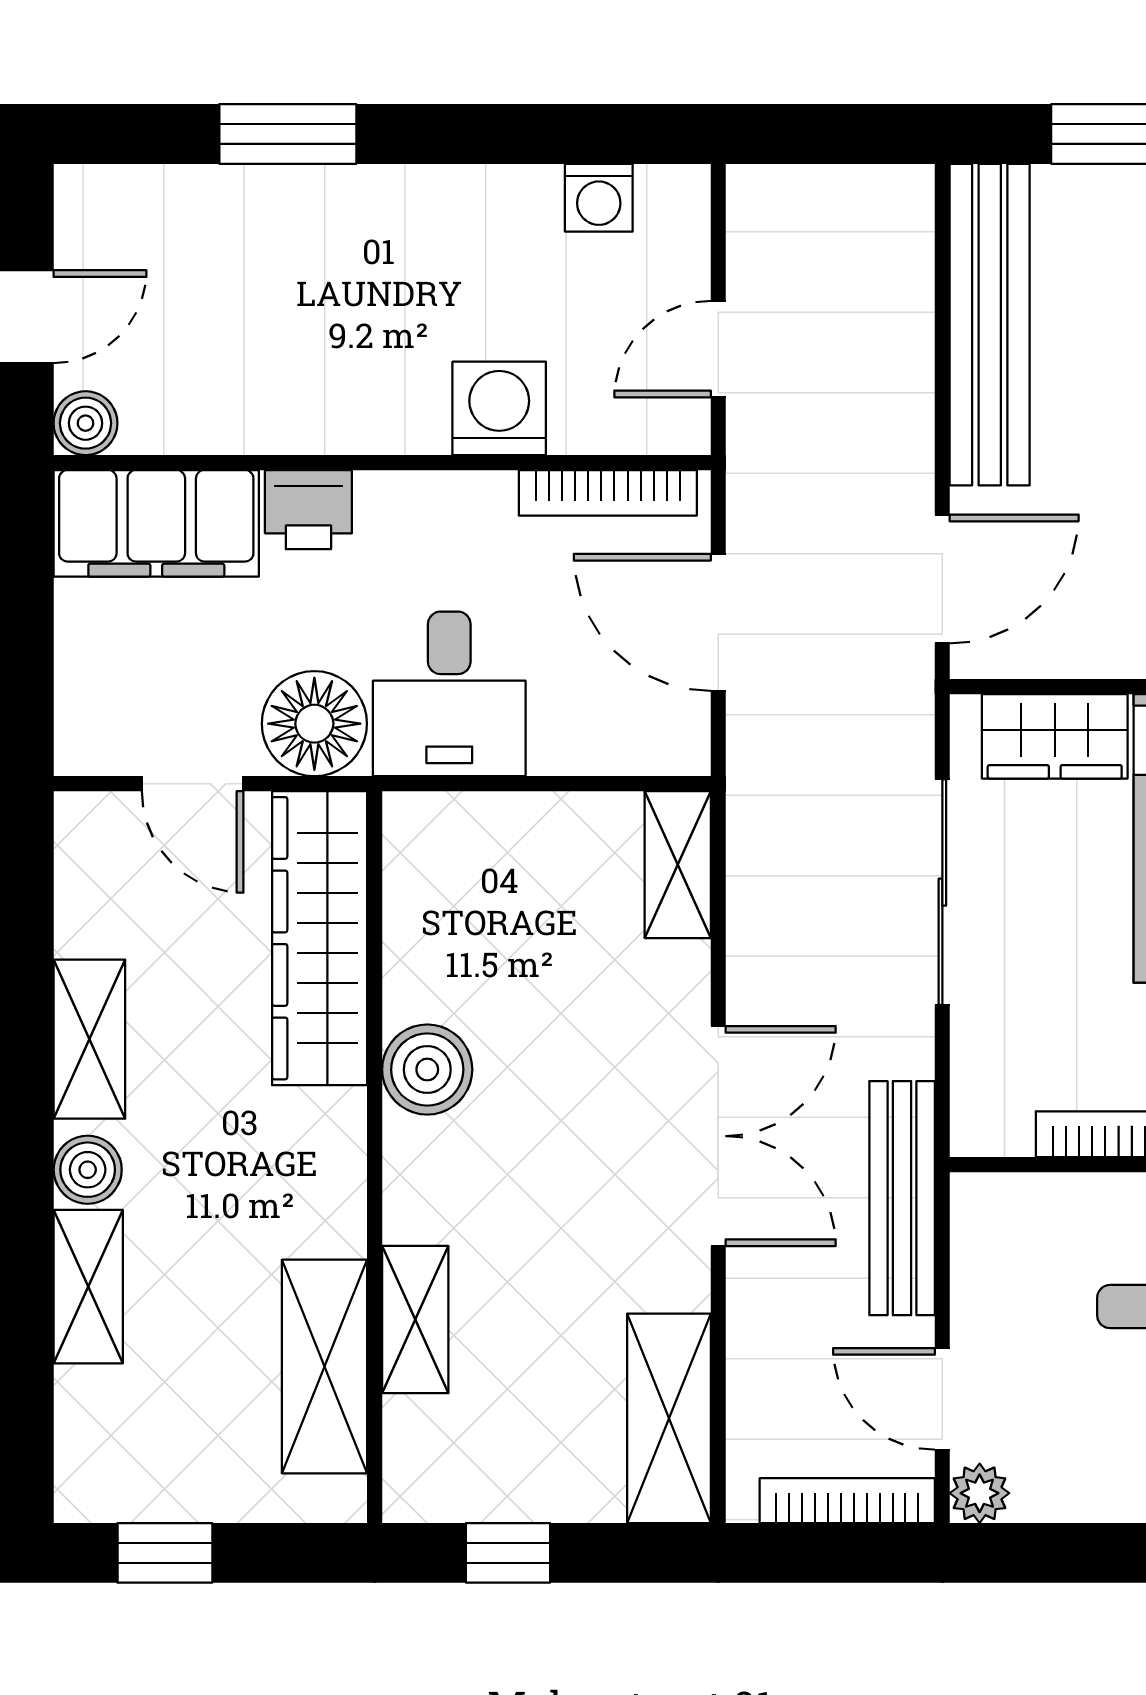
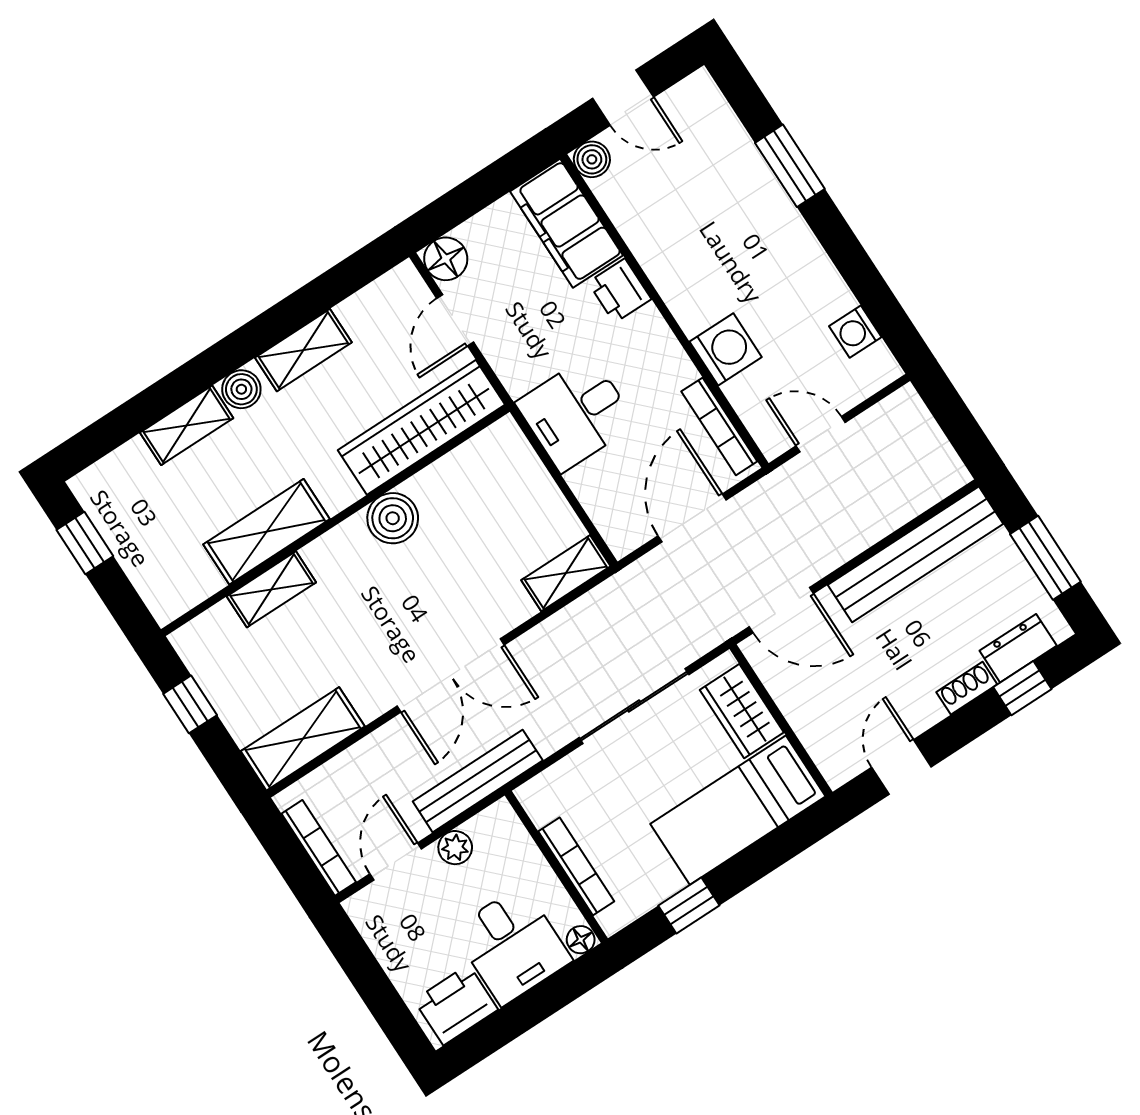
floor lamp: (314, 724) -> (446, 259), moved, width x0.73, depth x0.73
shelving: (325, 1366) -> (266, 532), moved
plant: (980, 1493) -> (455, 848), moved

